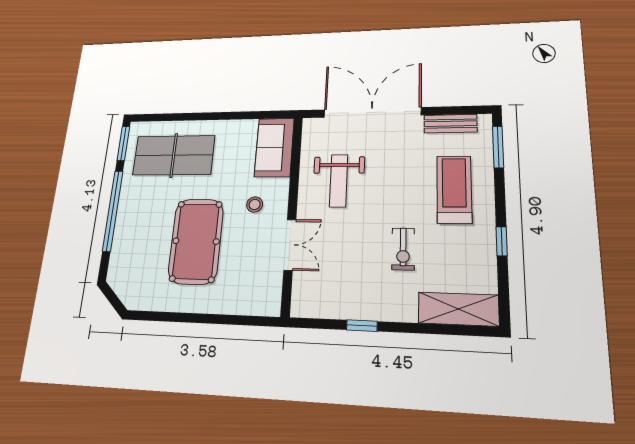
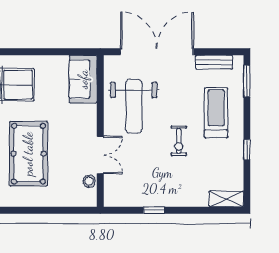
weight bench: (339, 181) -> (134, 106), width x1.36, depth x1.33
stool: (255, 205) -> (89, 181), moved
exercise bike: (403, 249) -> (179, 141), moved
shelving: (458, 309) -> (226, 199), width x0.67, depth x0.75

